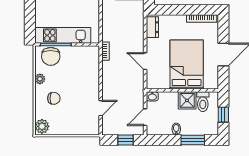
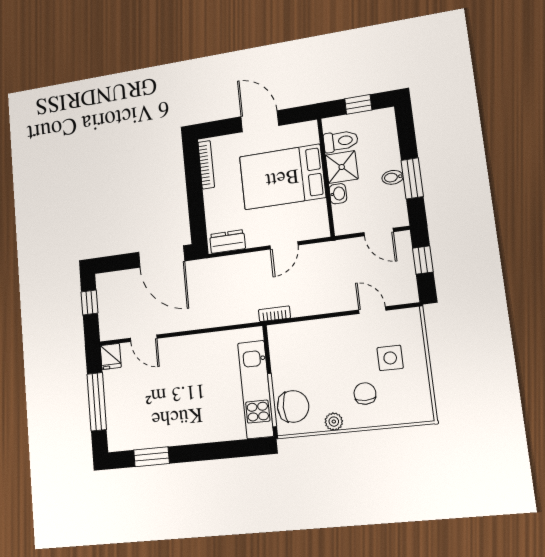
washbasin: (152, 96) -> (338, 194), moved
side table: (72, 115) -> (390, 358), added
plant: (42, 126) -> (417, 410), removed
window: (193, 140) -> (412, 178), moved

